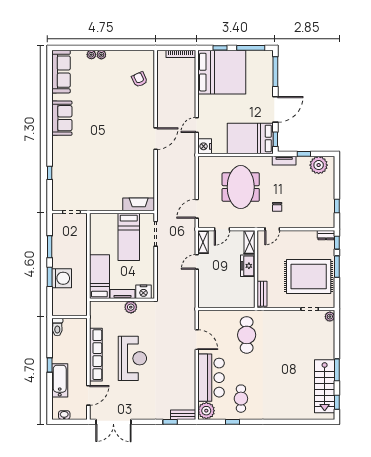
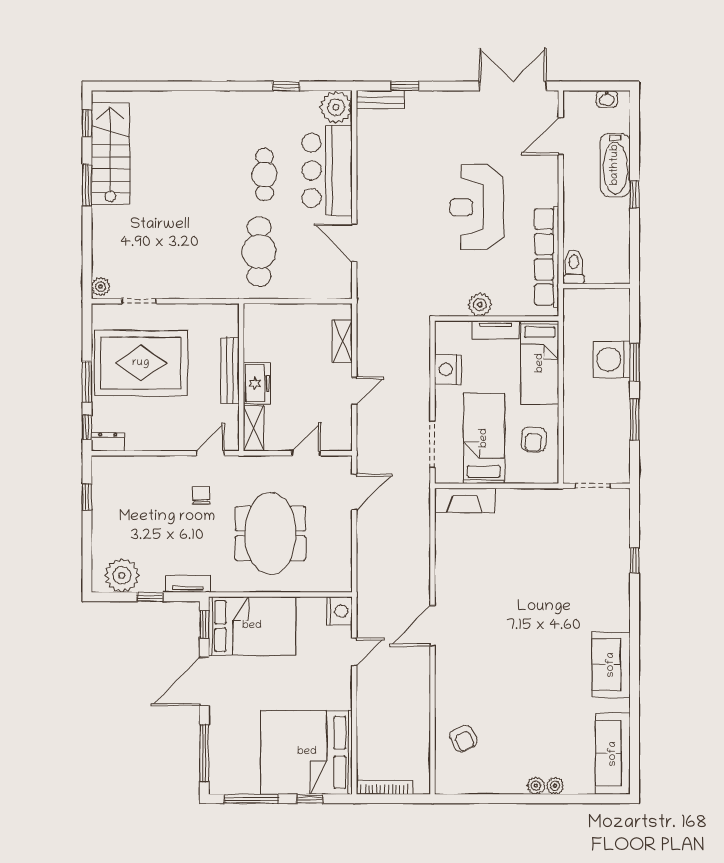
armchair: (103, 236) -> (534, 439), added
shelving: (203, 242) -> (342, 341), moved
nightstand: (143, 292) -> (448, 369), moved, turned -90
bench: (262, 294) -> (230, 370), moved, width x1.36
toilet: (57, 327) -> (574, 267), moved
row of seats: (96, 355) -> (547, 257), moved
cafe table: (241, 399) -> (265, 175), moved

